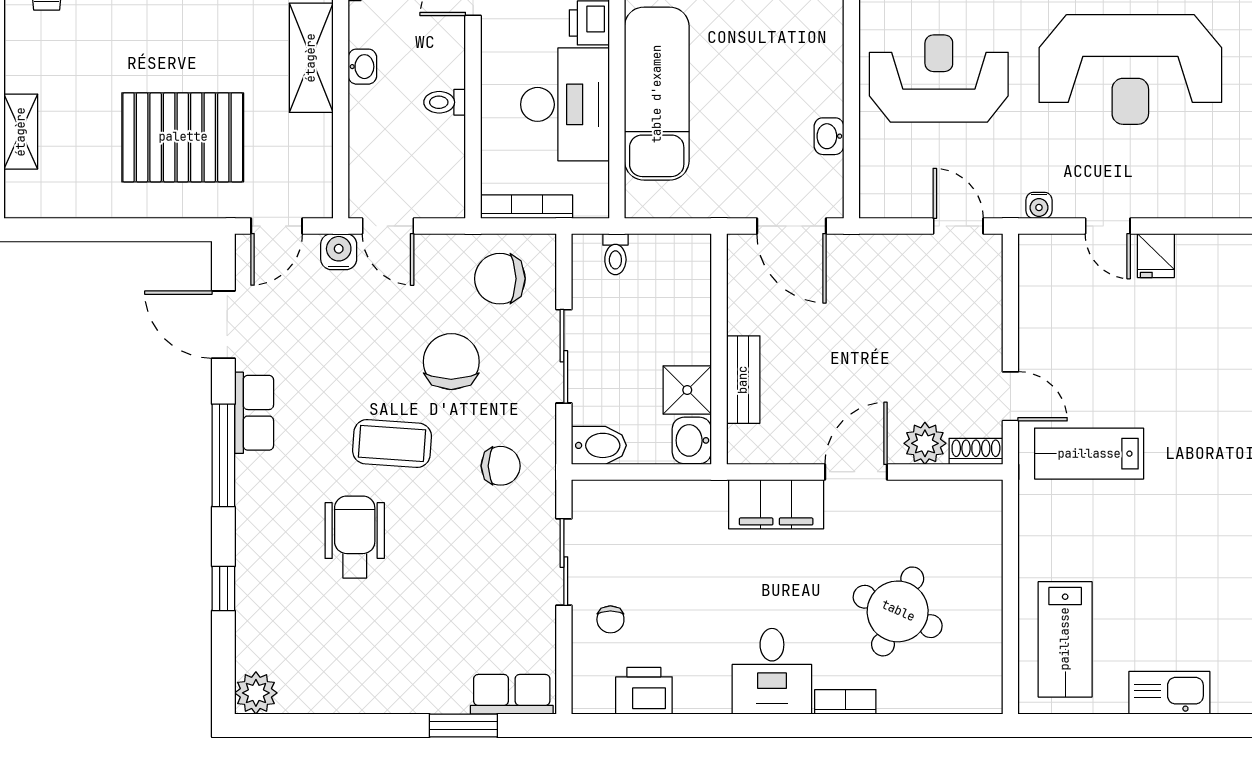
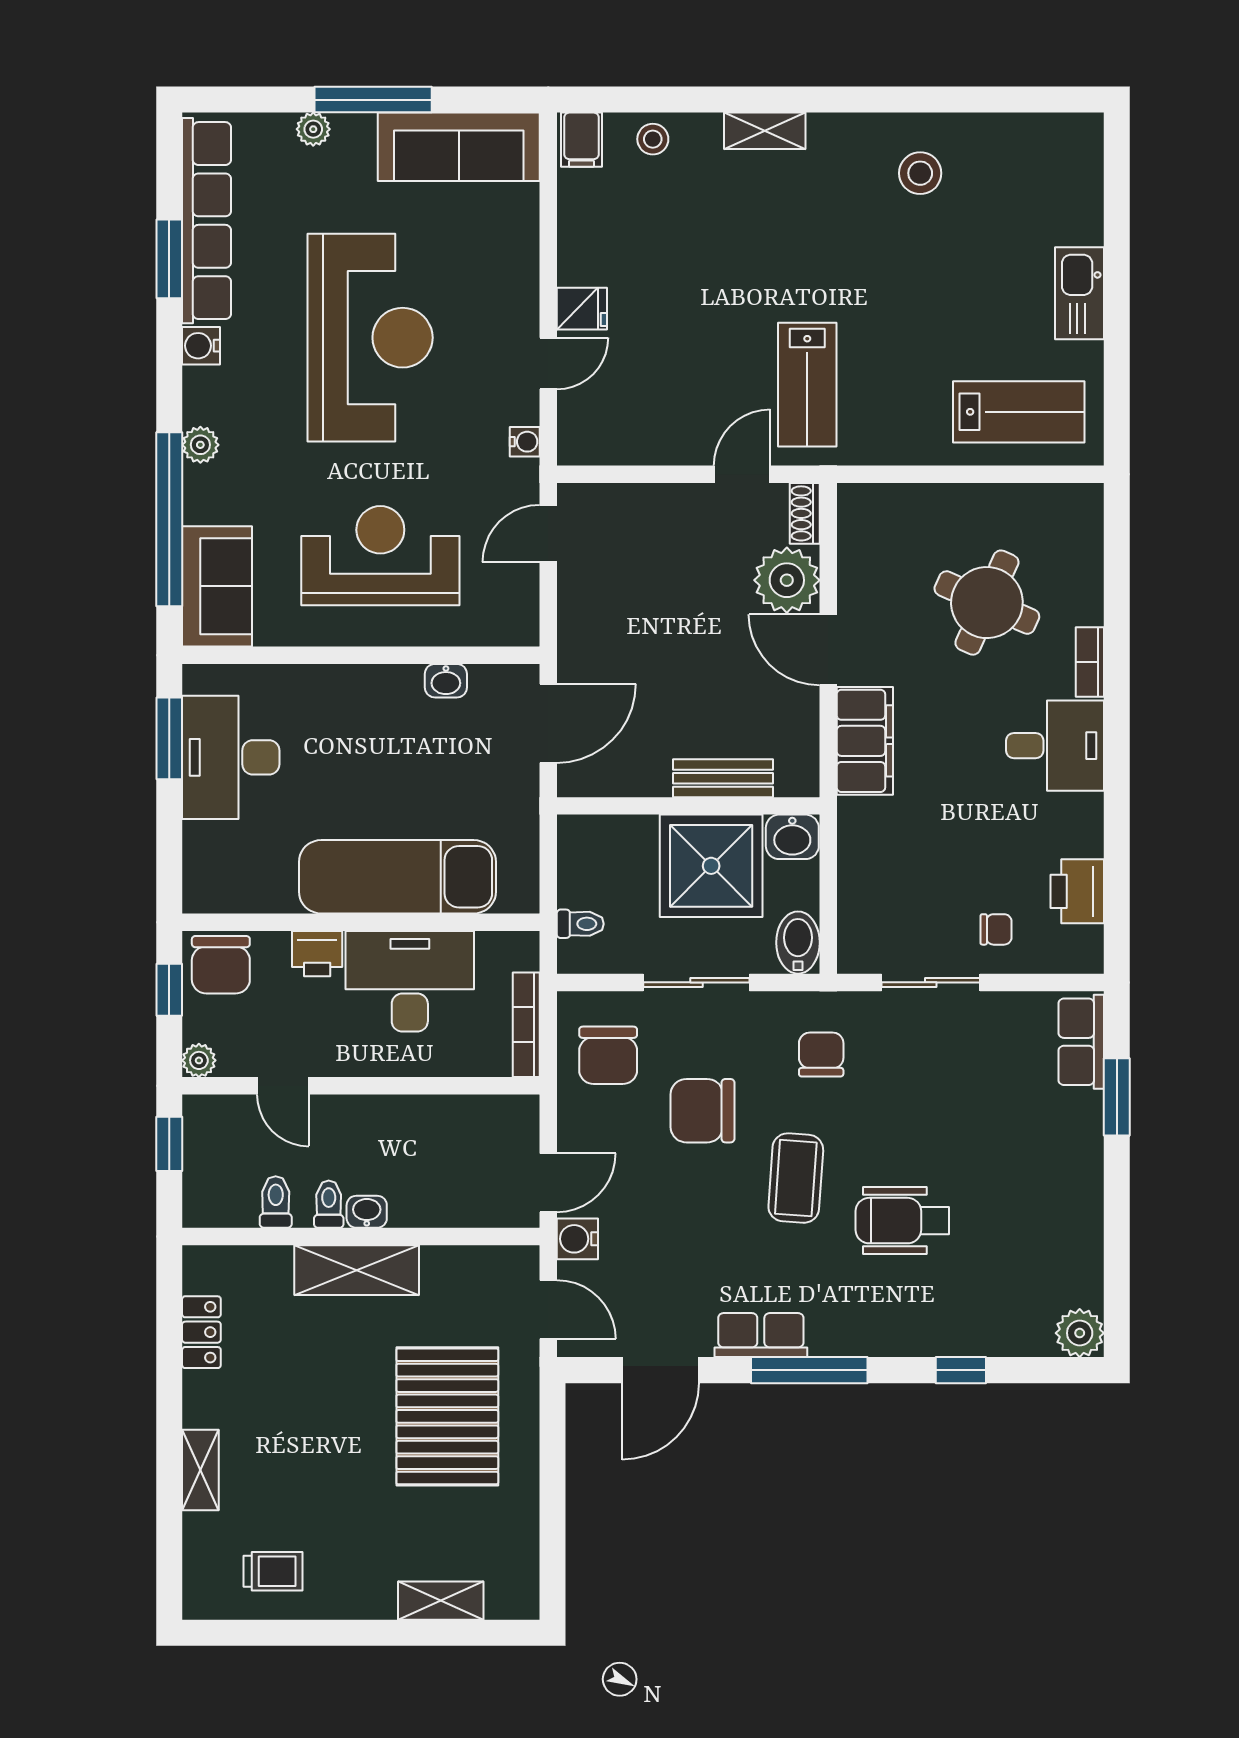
reception desk: (939, 79) -> (380, 556), turned 90
toilet: (445, 102) -> (329, 1204), moved, turned 180
shower: (687, 390) -> (711, 866), width x1.86, depth x1.86
plant: (925, 443) -> (787, 580), width x1.36, depth x1.36

